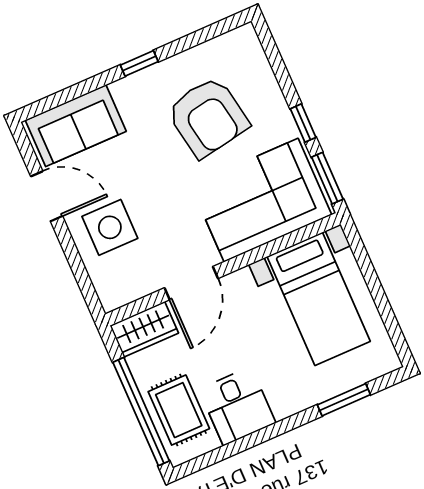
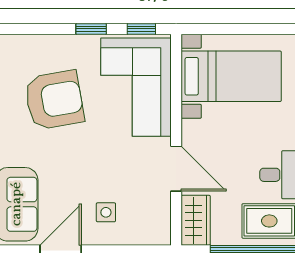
window: (327, 178) -> (141, 29), width x0.67
side table: (110, 227) -> (106, 212), width x0.54, depth x0.54

